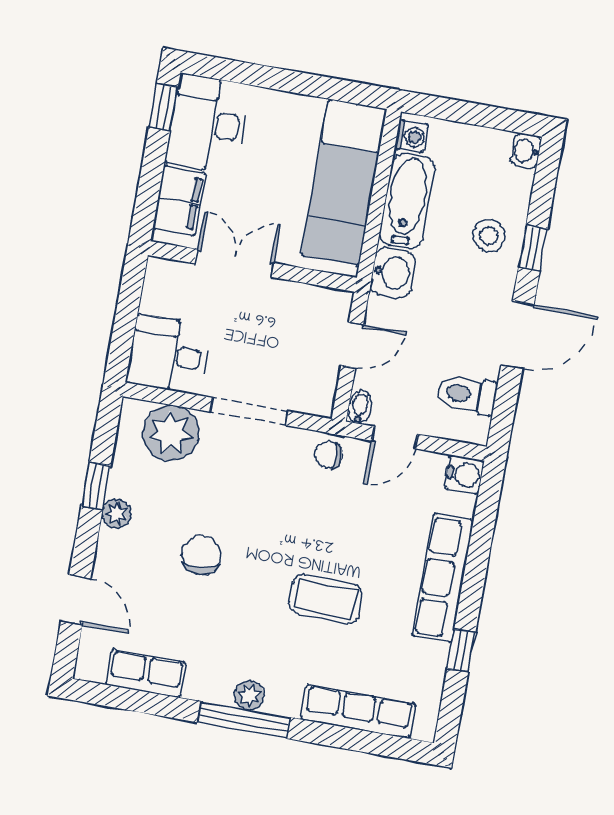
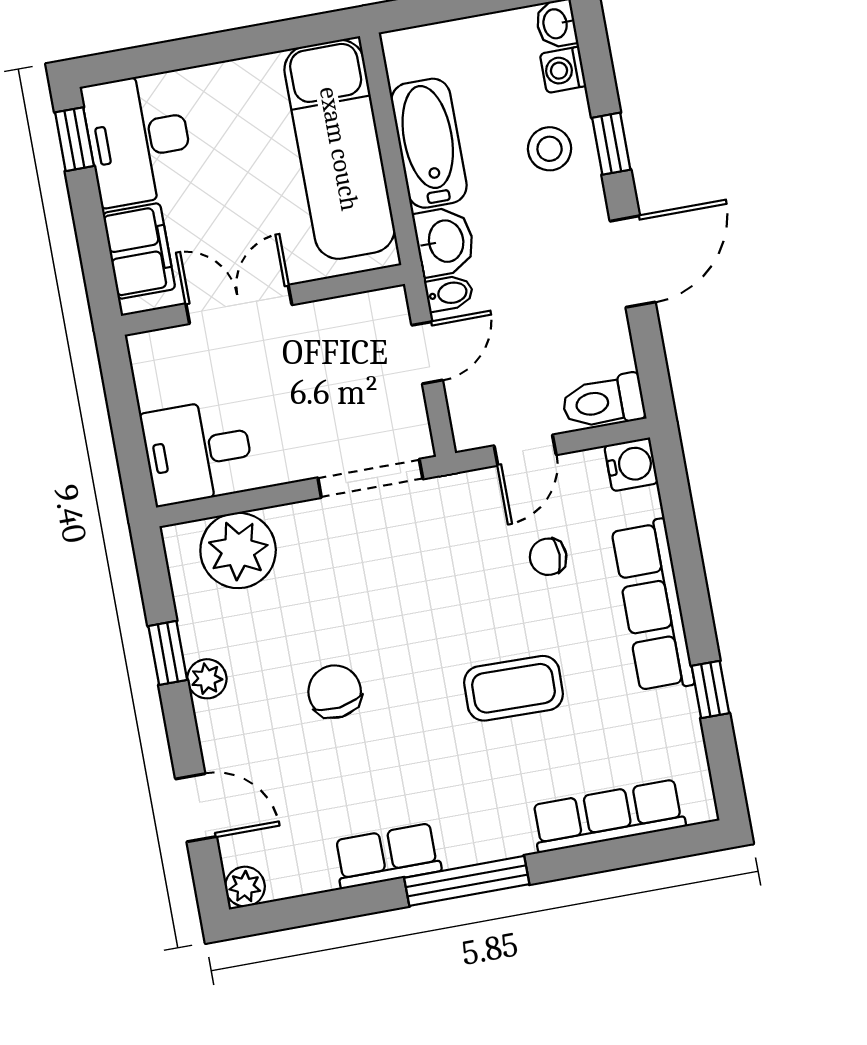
washing machine: (411, 137) -> (563, 70), moved, turned 180
toilet: (466, 394) -> (603, 402), moved
bidet: (360, 407) -> (449, 293), moved, turned 90
doorway: (249, 412) -> (370, 478), moved
chair: (329, 455) -> (548, 557), moved
row of seats: (146, 673) -> (387, 856), moved
plant: (249, 695) -> (245, 887), moved

